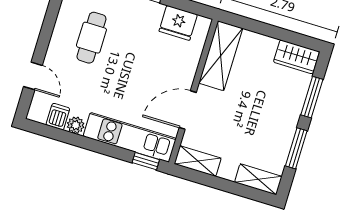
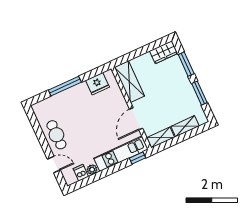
cafe table: (91, 38) -> (56, 135), moved
shelving: (258, 179) -> (185, 126), moved

